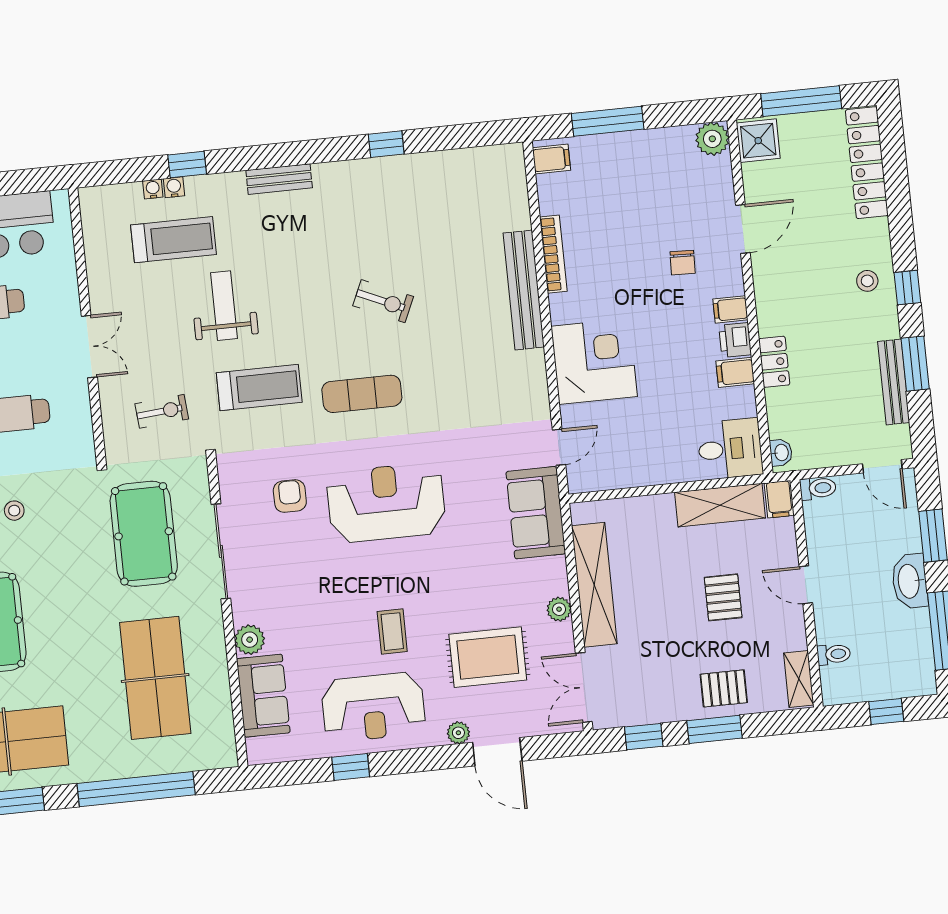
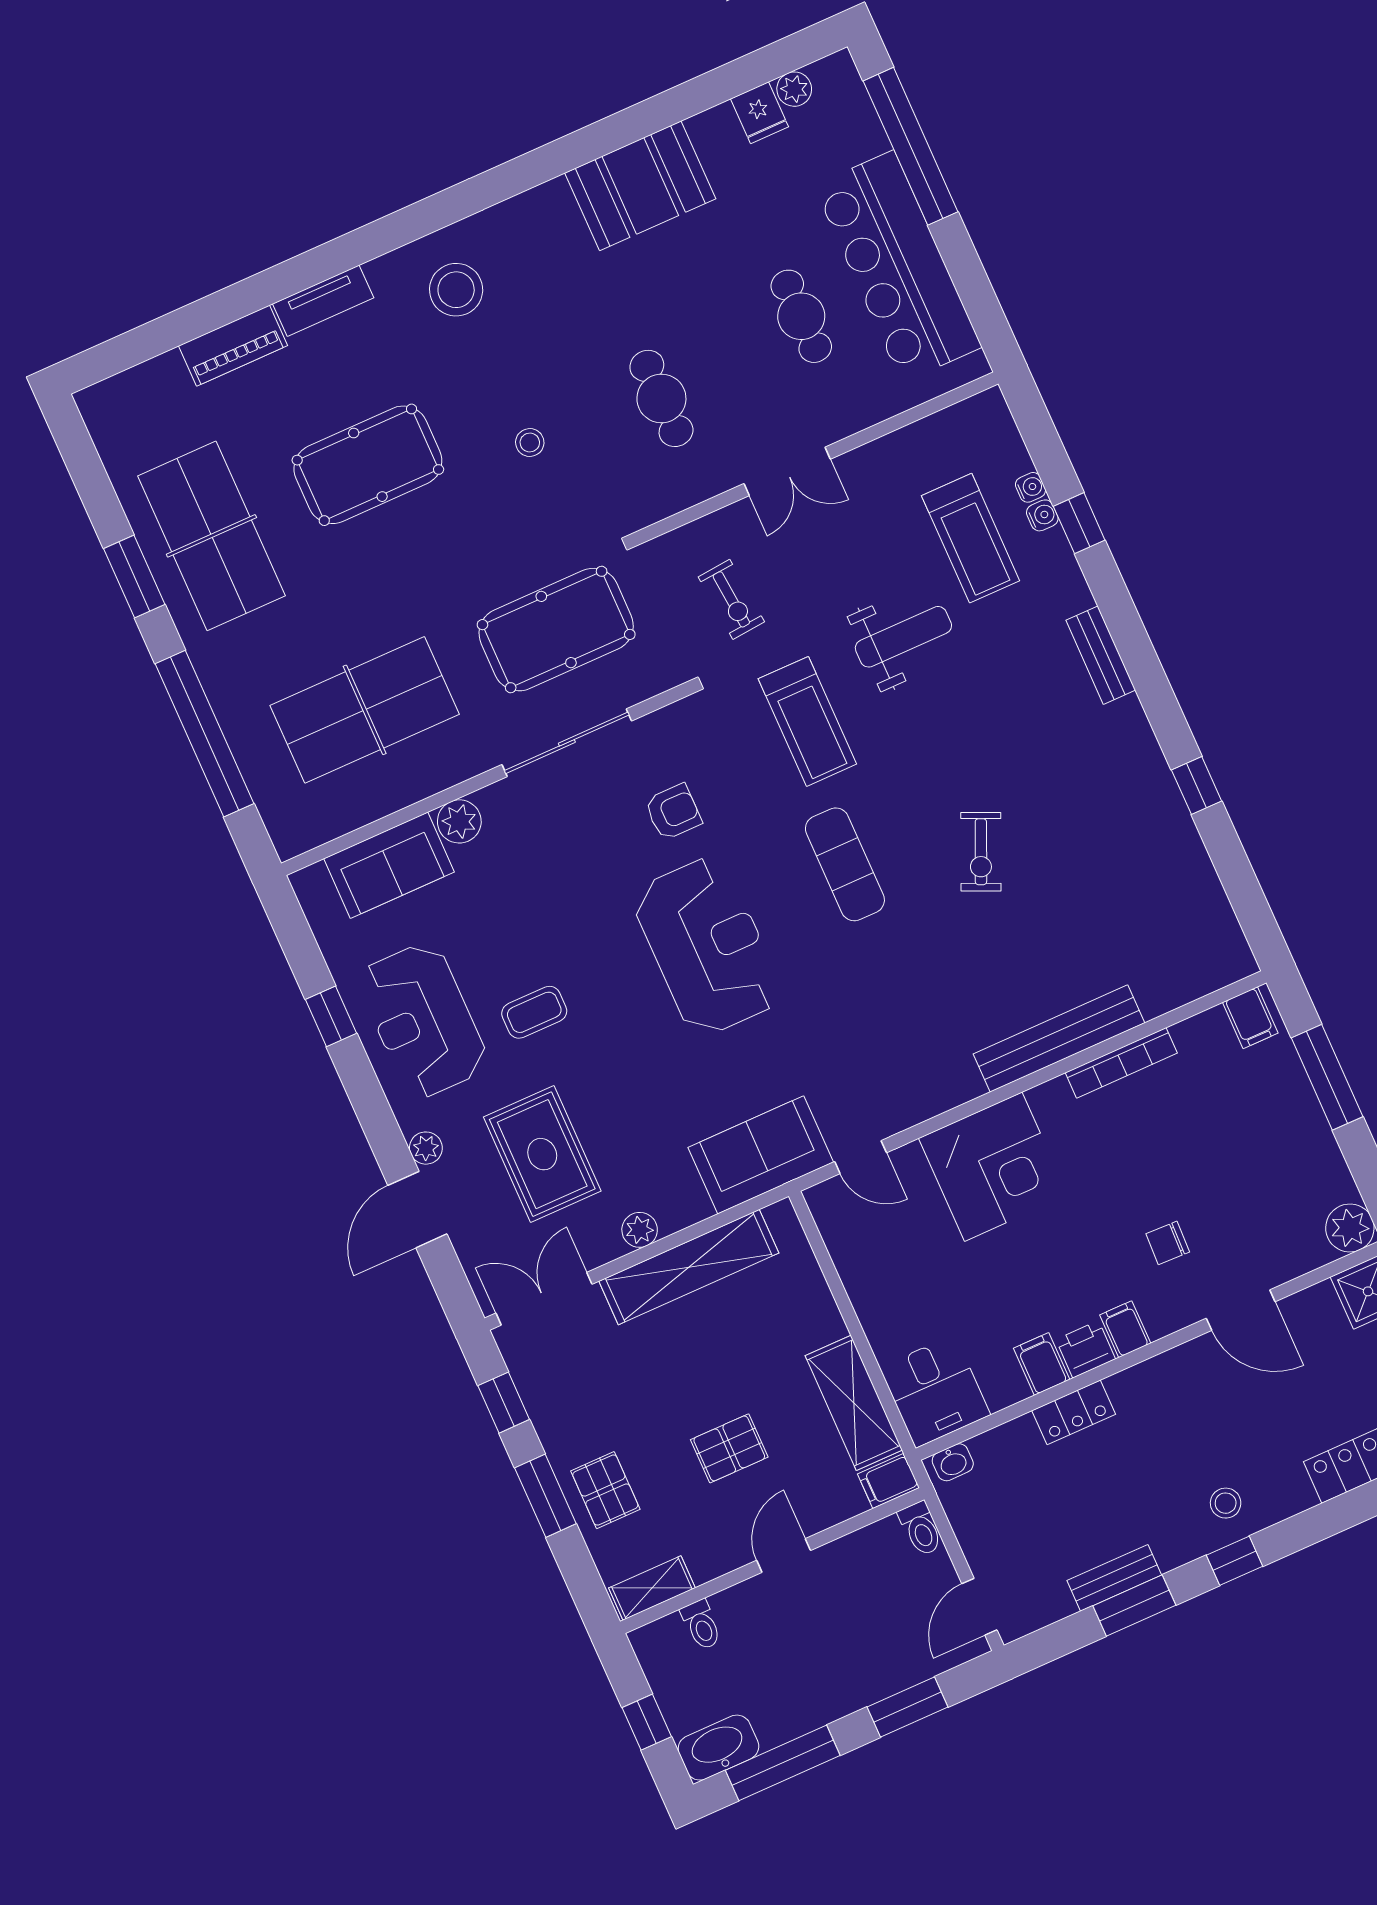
bench: (894, 382) -> (1114, 1578), width x0.73
washbasin: (910, 581) -> (718, 1748), moved

